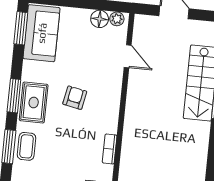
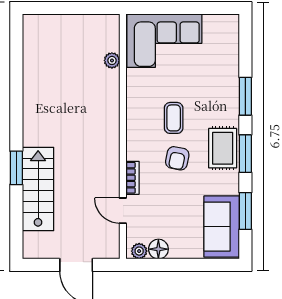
window: (21, 28) -> (245, 211), moved
coffee table: (26, 146) -> (174, 118), moved
bookcase: (110, 149) -> (132, 178), moved

